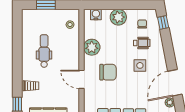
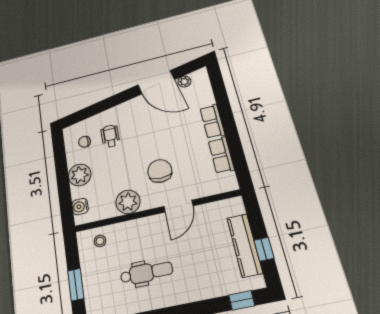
window: (163, 22) -> (79, 116), removed
dental chair: (44, 51) -> (146, 273), turned 180
side table: (140, 65) -> (142, 131), removed
trolley: (31, 86) -> (206, 283), removed

